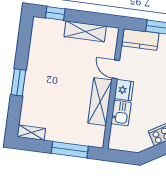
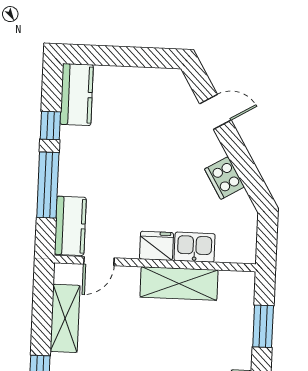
door: (116, 69) -> (99, 261), moved
window: (70, 150) -> (263, 326), width x0.69

